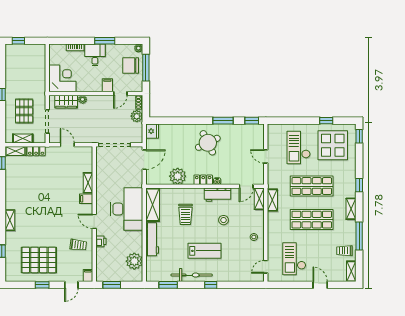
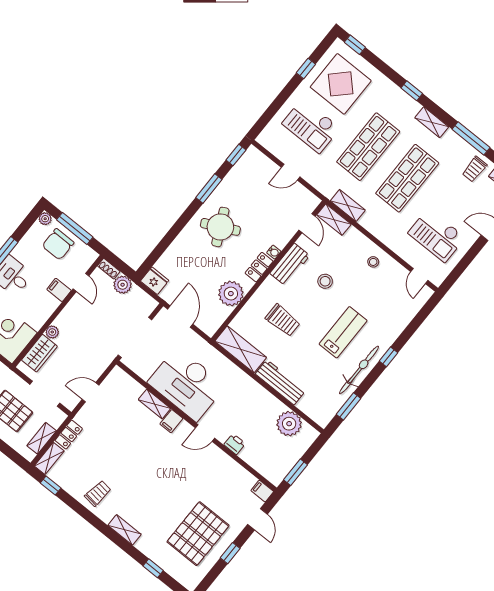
desk: (127, 209) -> (187, 384), moved, turned 180
trolley: (78, 245) -> (98, 493), moved

